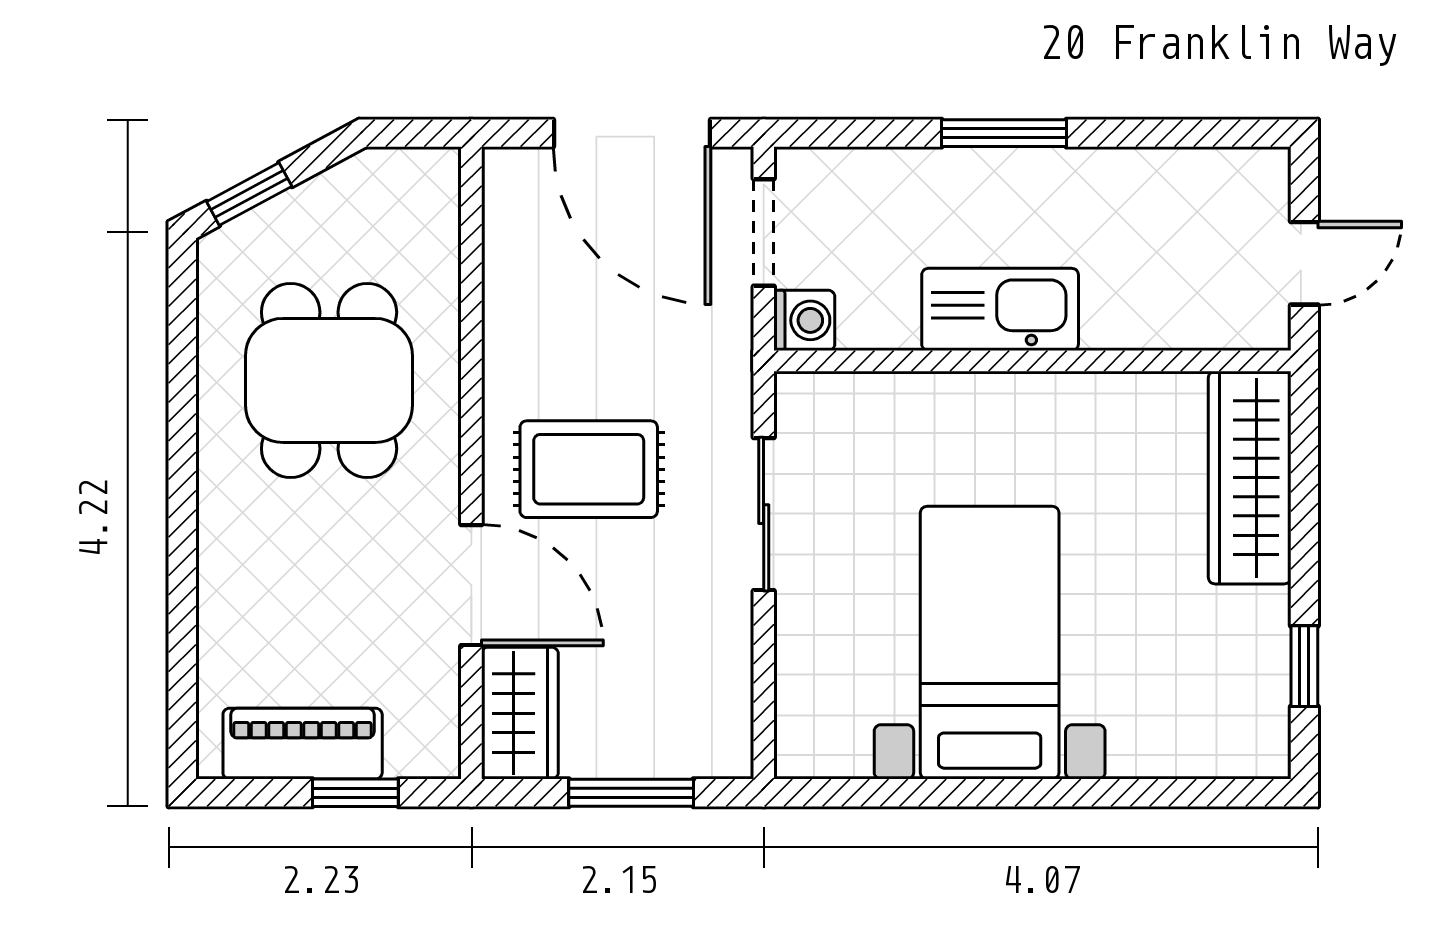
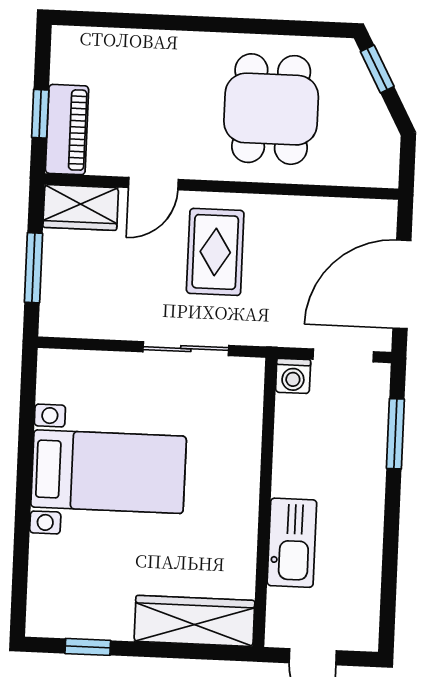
window: (1004, 133) -> (395, 434), moved
kitchen sink: (1000, 309) -> (292, 543), moved
dining table: (329, 380) -> (271, 109), turned 90
door: (471, 585) -> (153, 184), width x0.73
piano: (303, 744) -> (67, 130), moved

